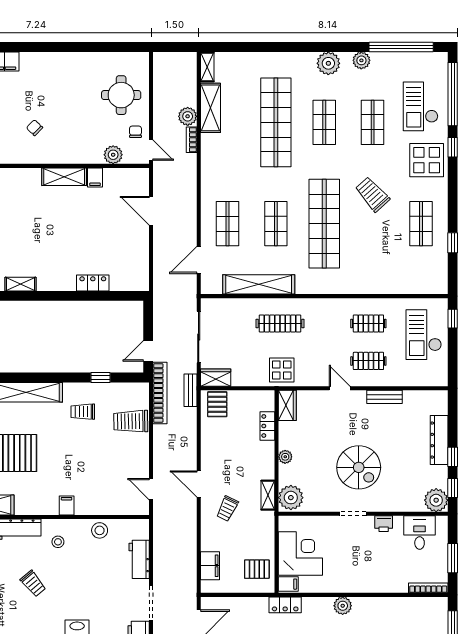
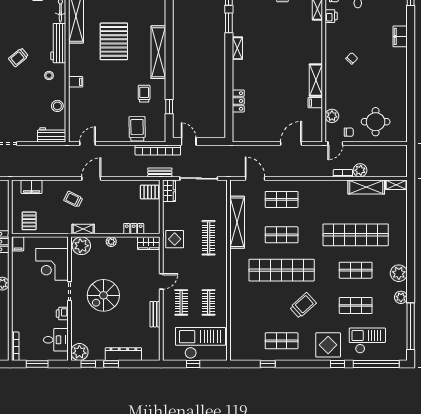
window: (453, 319) -> (193, 364), moved
checkout: (424, 335) -> (201, 343), width x1.36, depth x1.21
corner desk: (300, 553) -> (52, 264), moved, turned 90
workbench: (139, 559) -> (52, 135), moved

